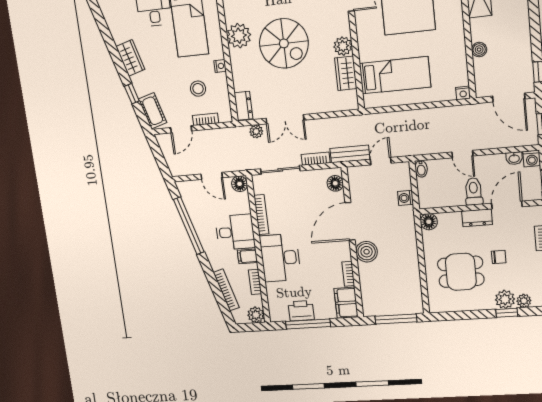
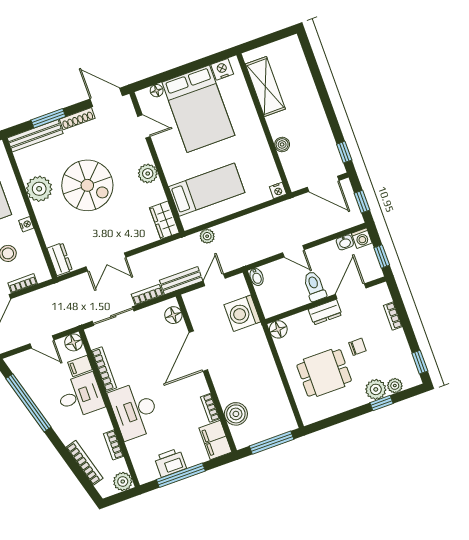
wardrobe: (346, 73) -> (164, 220), moved
plant: (256, 131) -> (207, 236), moved
washing machine: (406, 198) -> (242, 313), width x1.89, depth x1.89
boiler: (367, 252) -> (236, 414), moved
filing cabinet: (247, 256) -> (80, 366), moved

